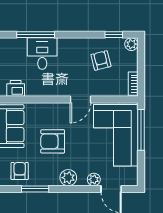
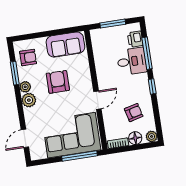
window: (114, 35) -> (152, 86), moved
floor lamp: (130, 63) -> (135, 138), added
printer: (16, 88) -> (135, 39), moved, turned 180
door: (80, 99) -> (97, 100), swing flipped
plant: (94, 179) -> (25, 87), moved

